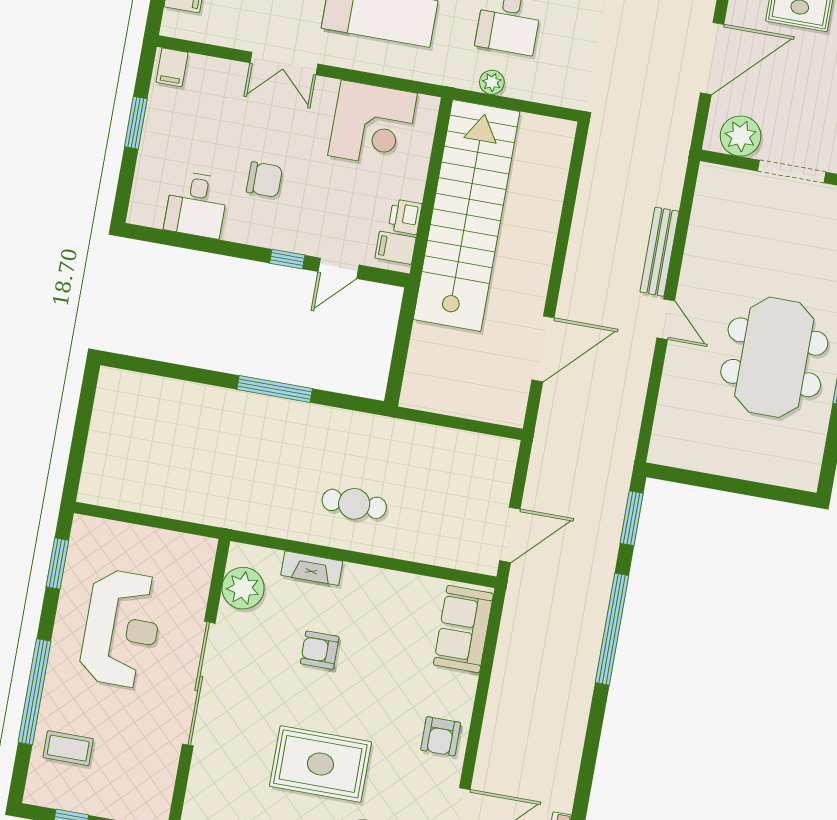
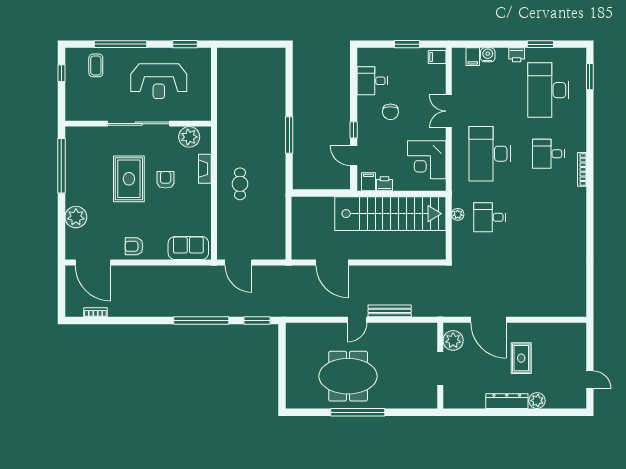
rug: (320, 764) -> (129, 179), moved

